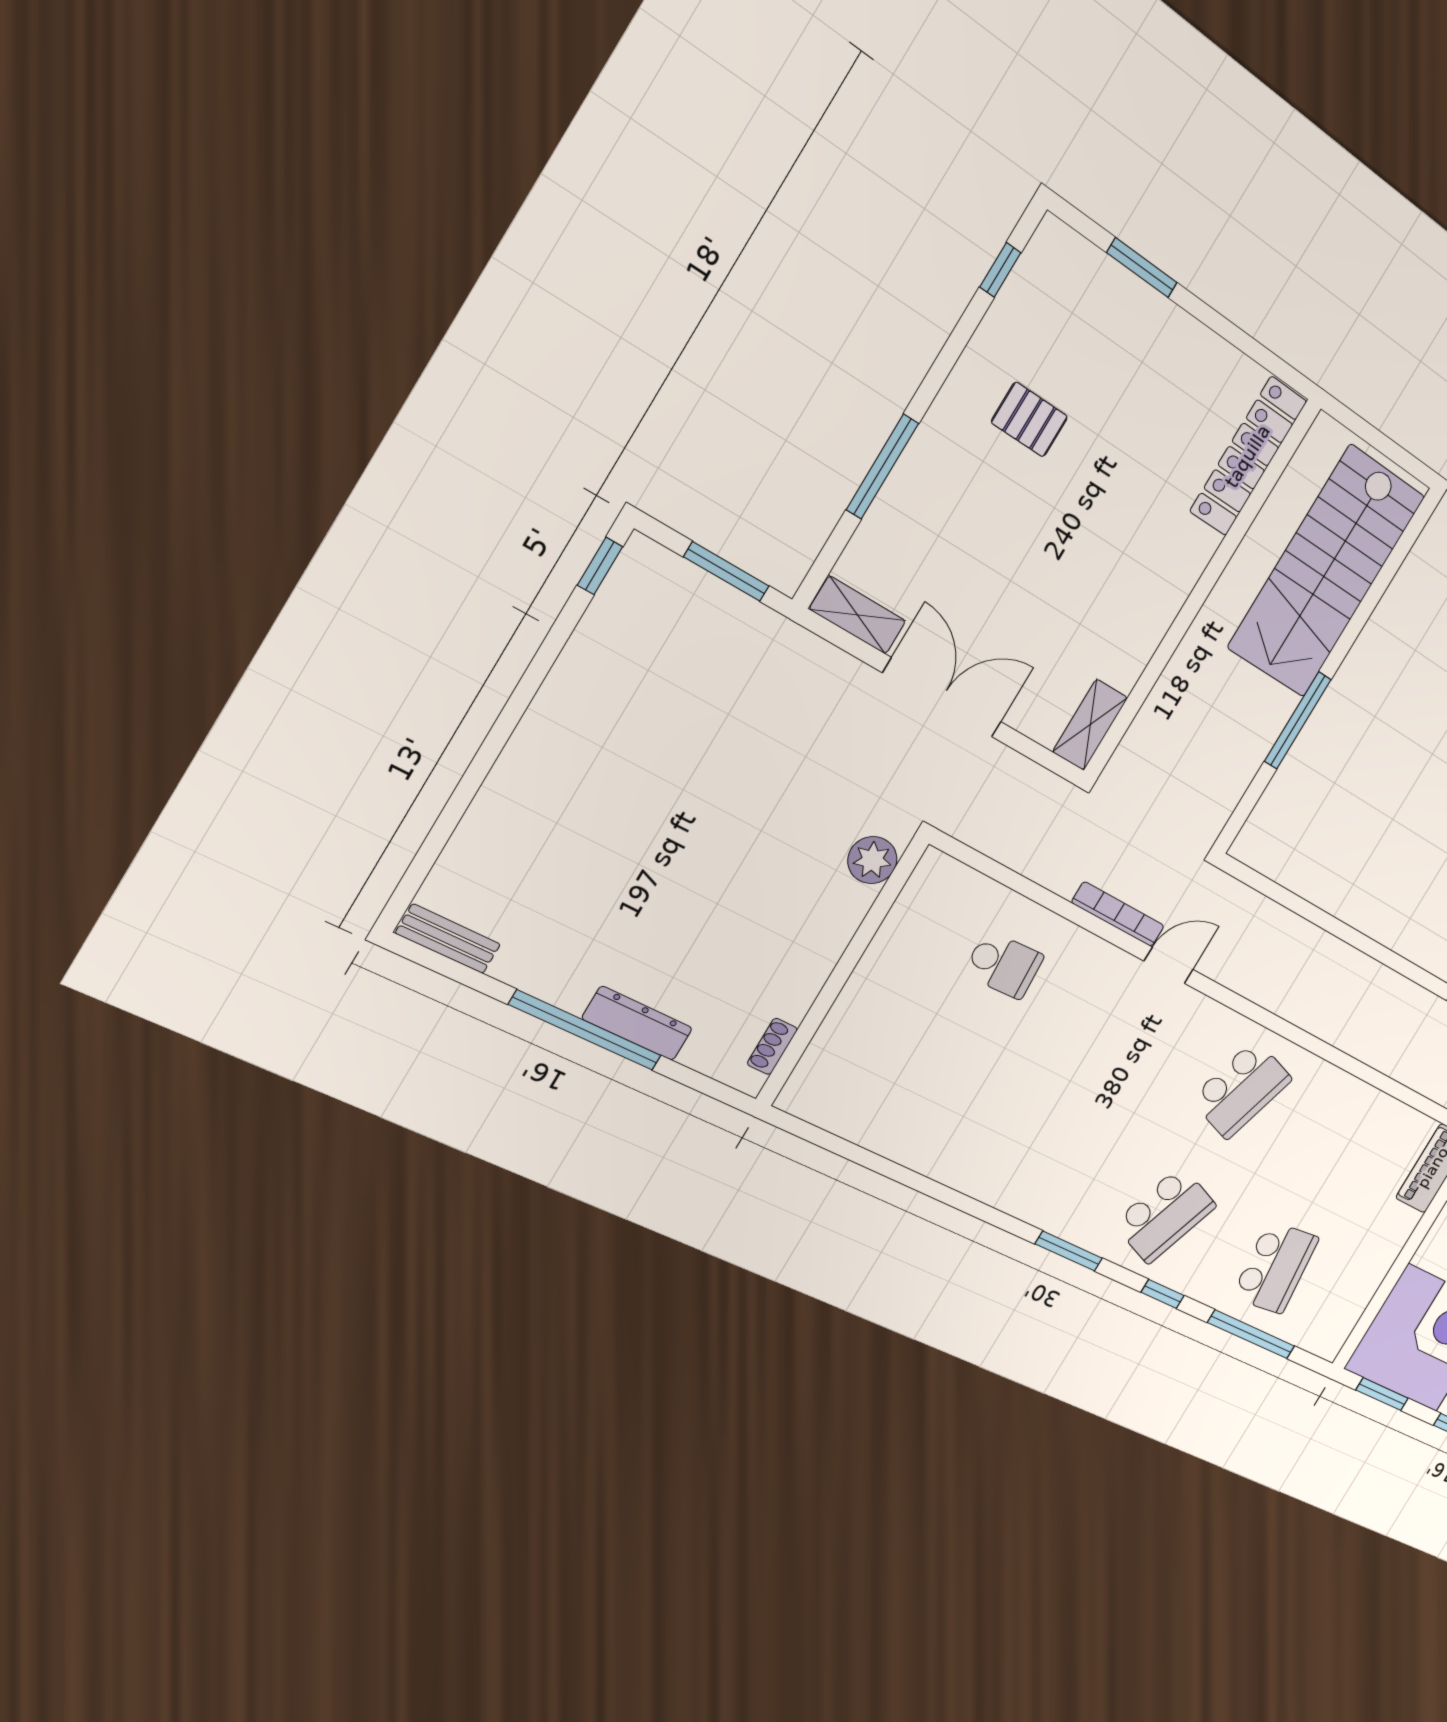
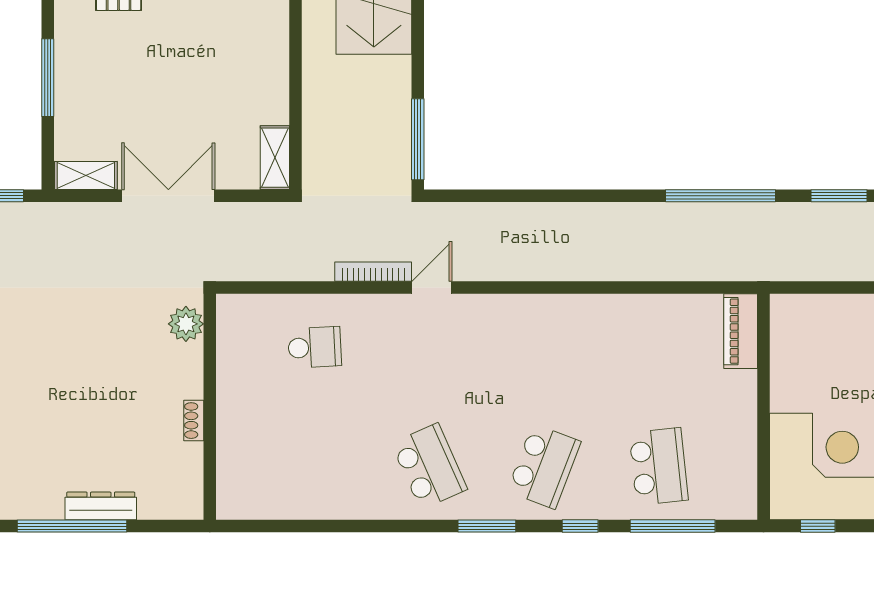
window: (1298, 720) -> (418, 139), moved
shoe rack: (772, 1046) -> (194, 421), moved
school desk: (1241, 1089) -> (429, 466), moved, turned -42
window: (1382, 1394) -> (818, 526), width x0.67

